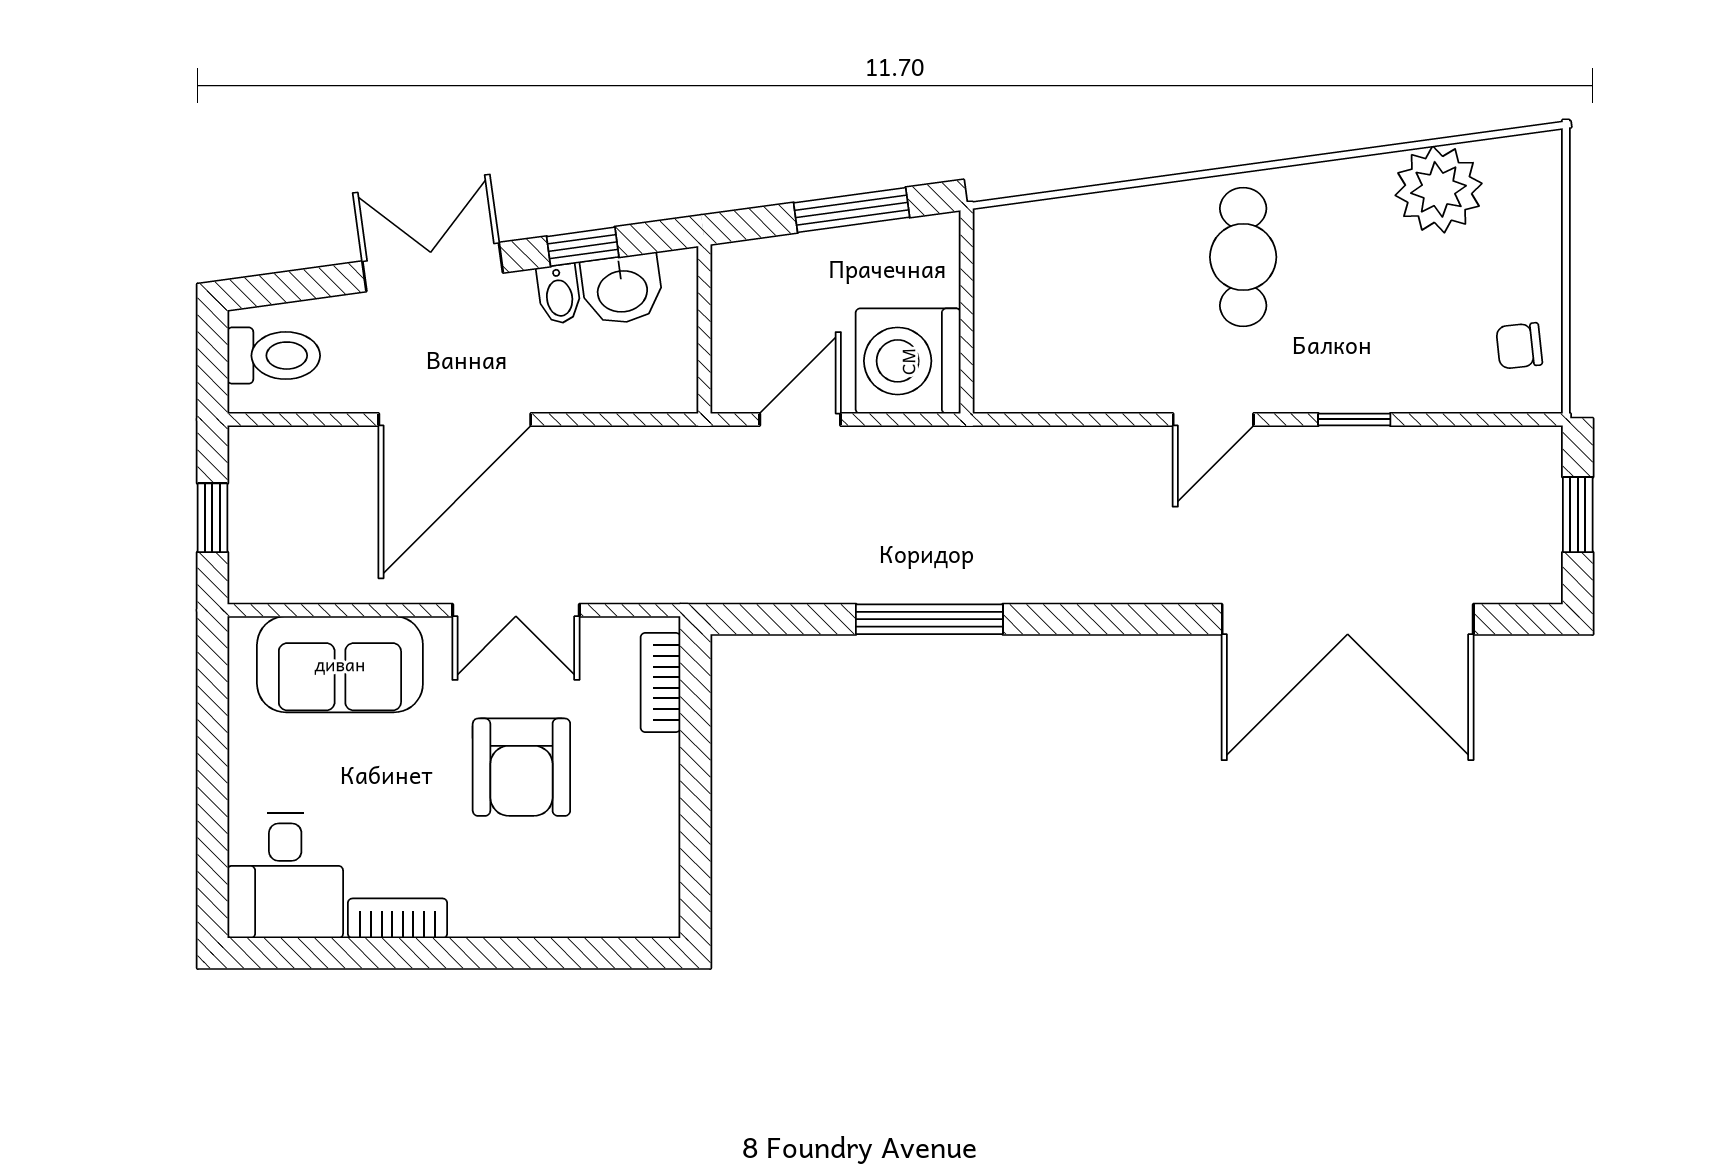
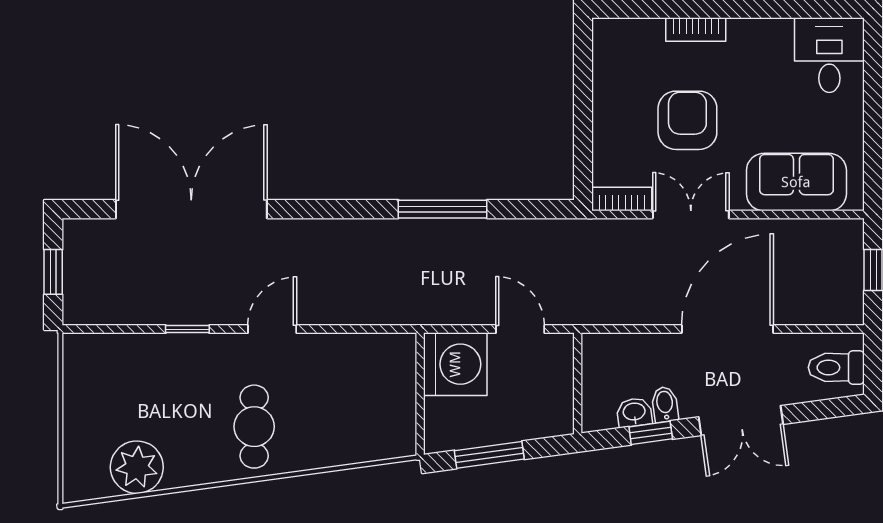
washbasin: (622, 289) -> (634, 412), width x0.72, depth x0.69
chair: (1519, 346) -> (88, 373), removed
door: (800, 419) -> (520, 329), swing flipped
bookcase: (661, 682) -> (622, 199), moved, turned -90
bookcase: (398, 918) -> (696, 30), moved

